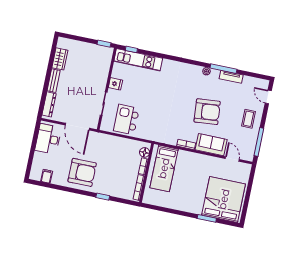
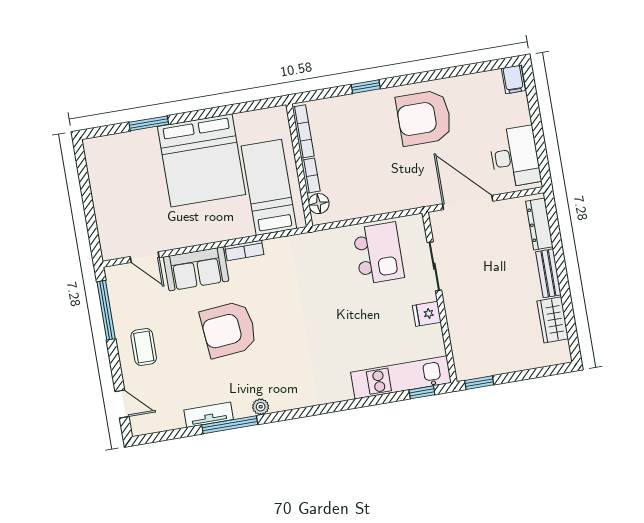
filing cabinet: (47, 176) -> (513, 79), moved
bed: (224, 199) -> (201, 160), moved

